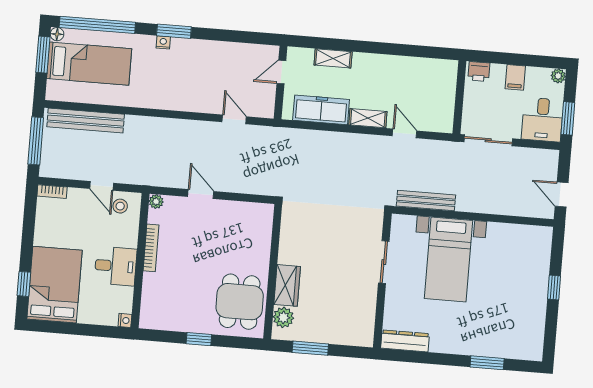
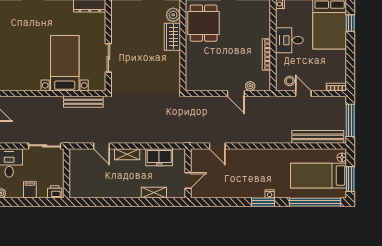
floor lamp: (57, 34) -> (342, 157), moved
freezer: (321, 110) -> (159, 157), width x0.71
plant: (156, 202) -> (250, 86), moved

